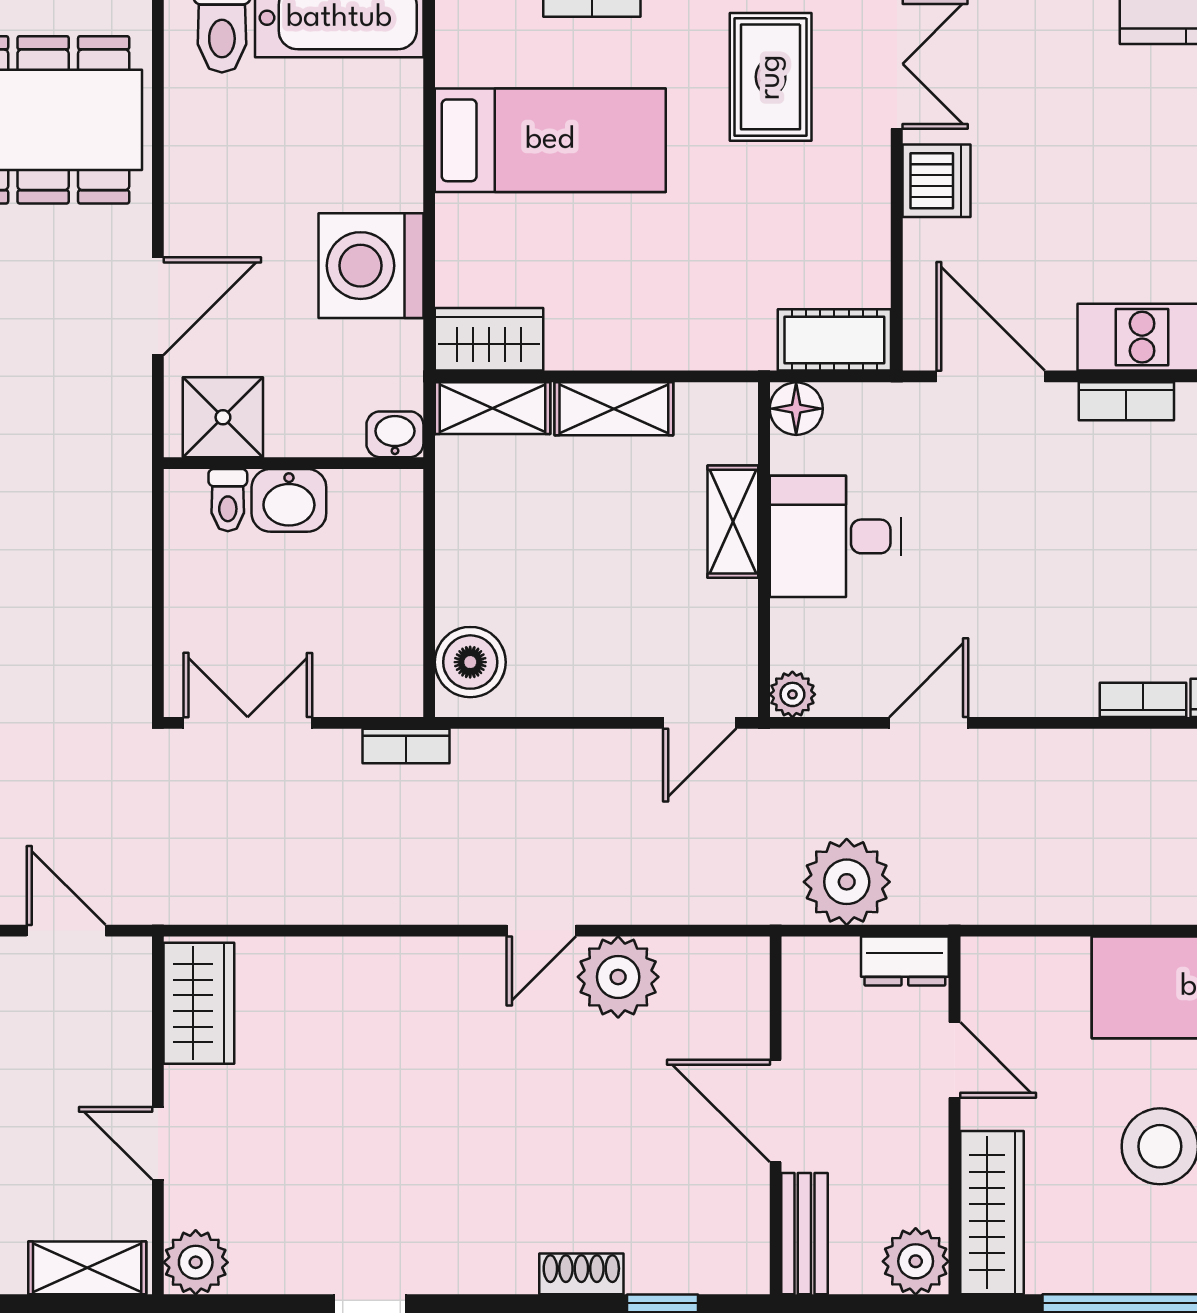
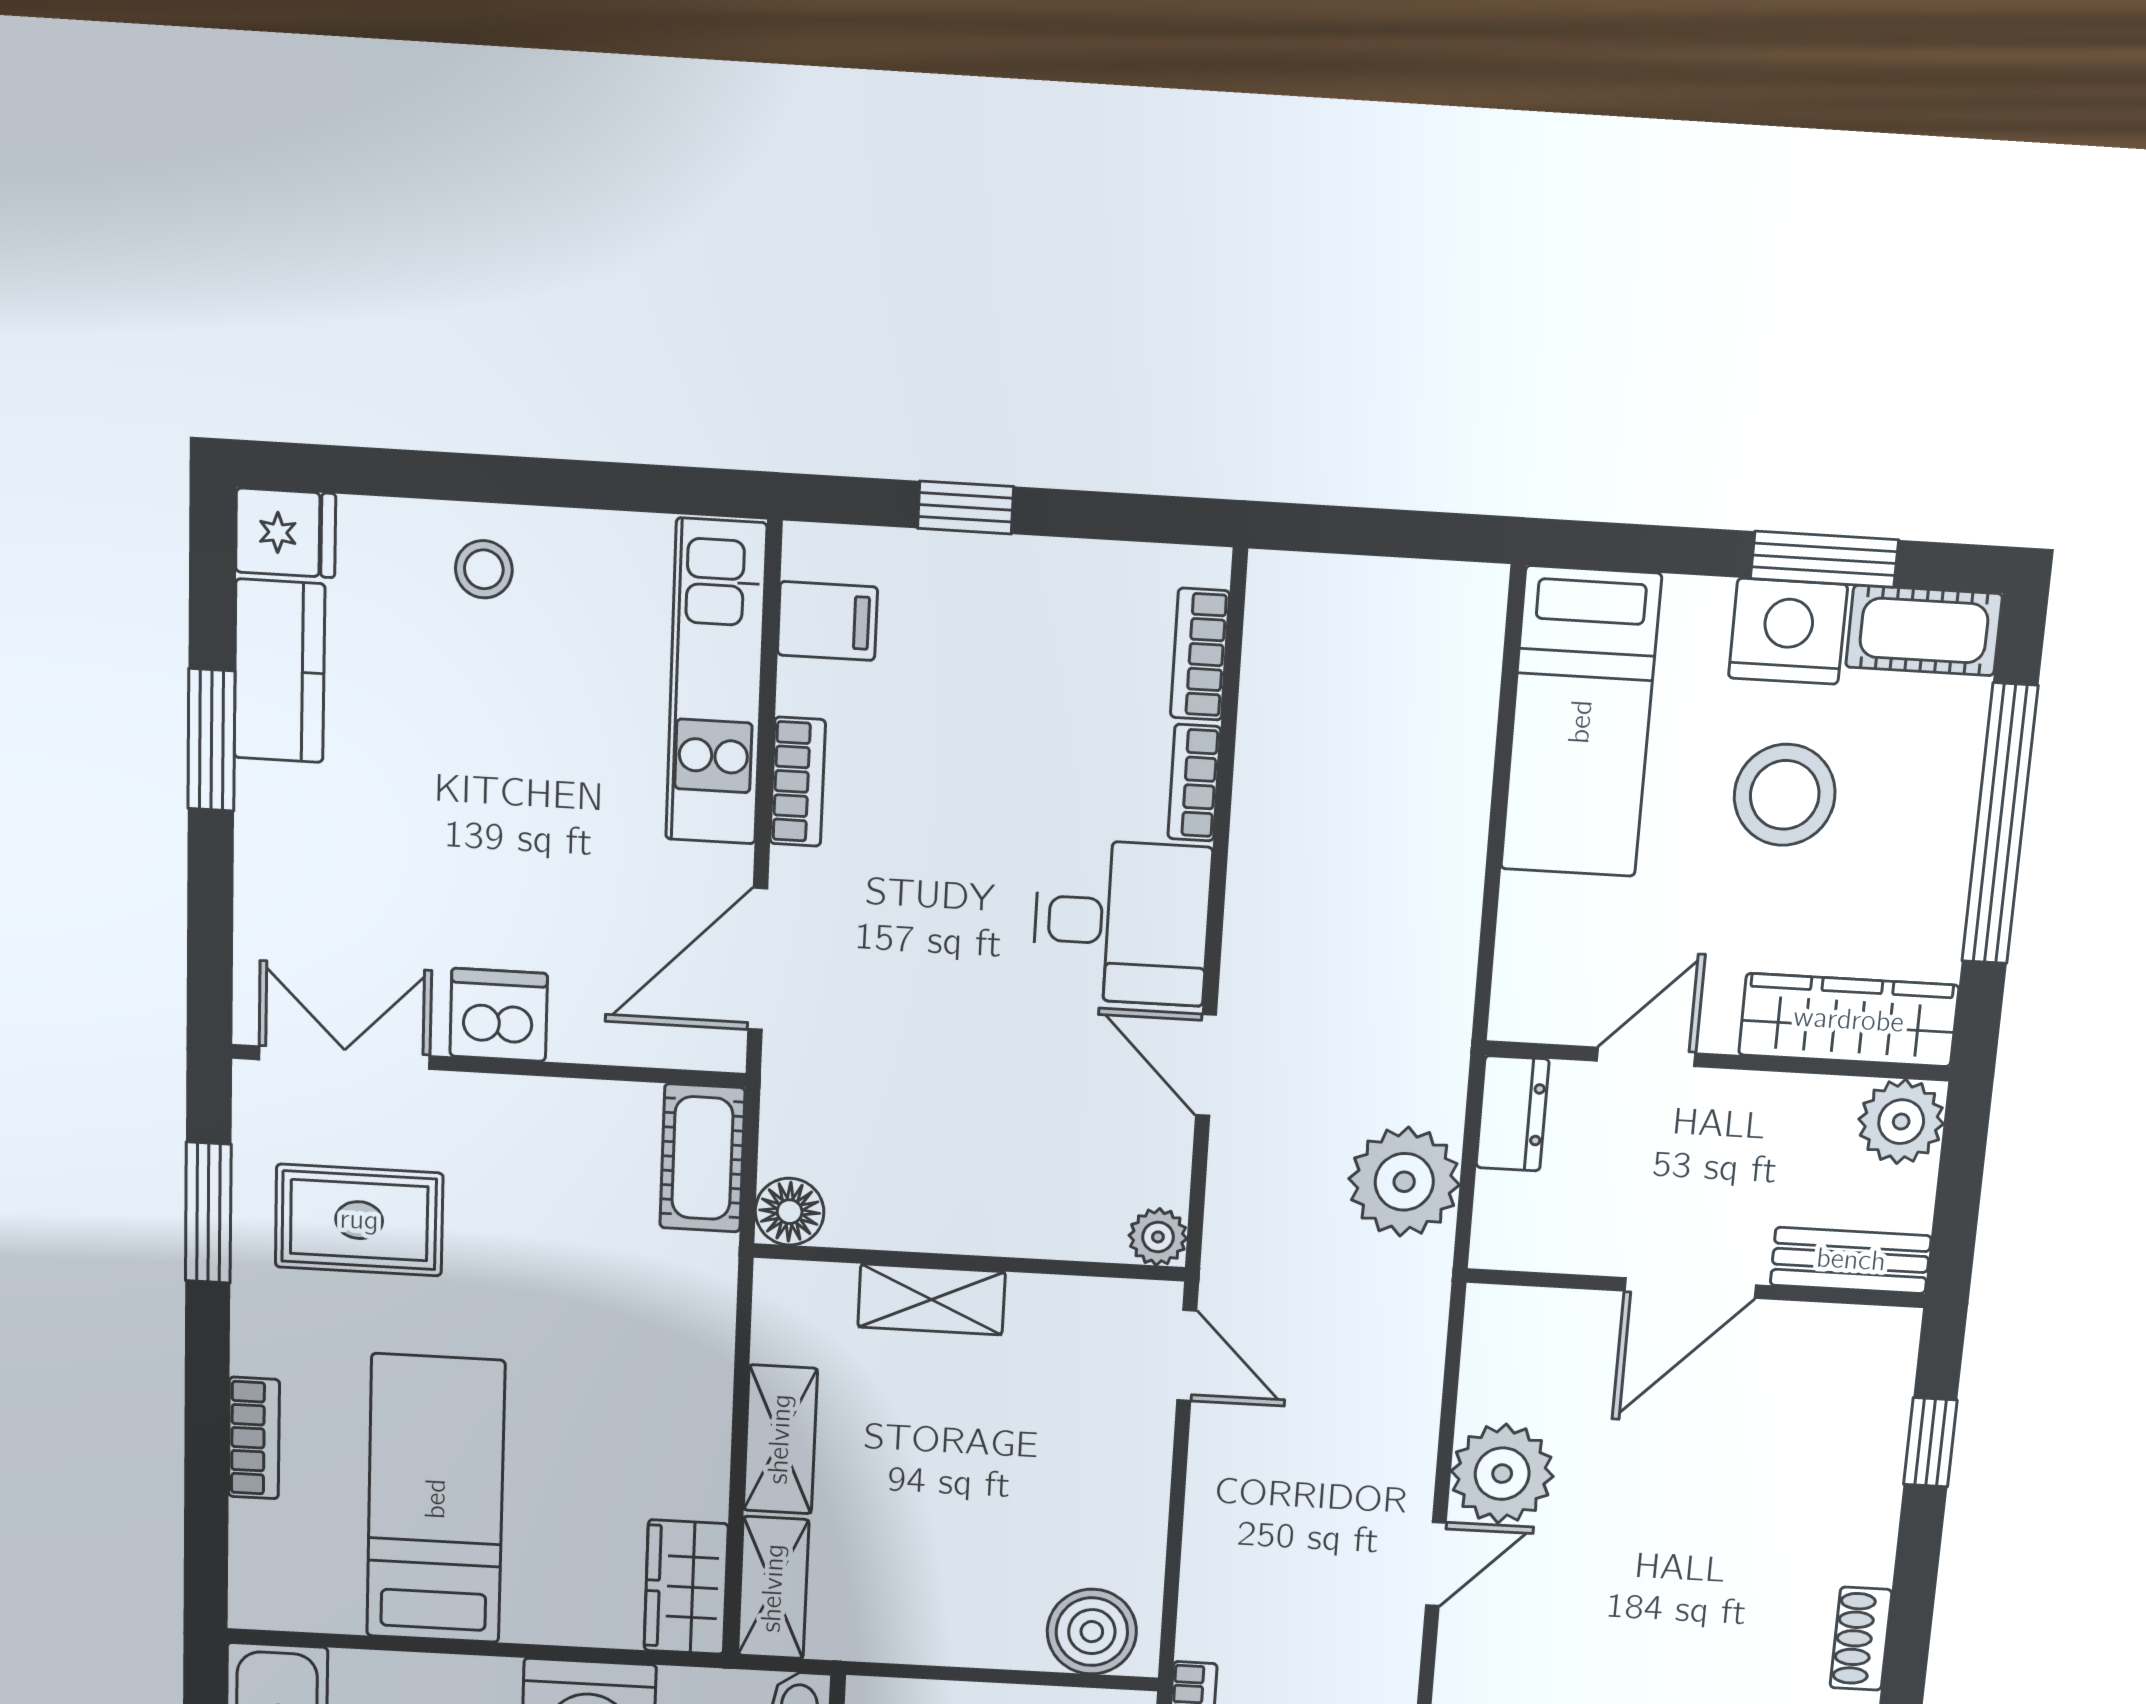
desk: (835, 536) -> (1122, 922), moved, turned -90
door: (541, 931) -> (1436, 1564), hinge flipped
shoe rack: (581, 1274) -> (1861, 1639), moved

